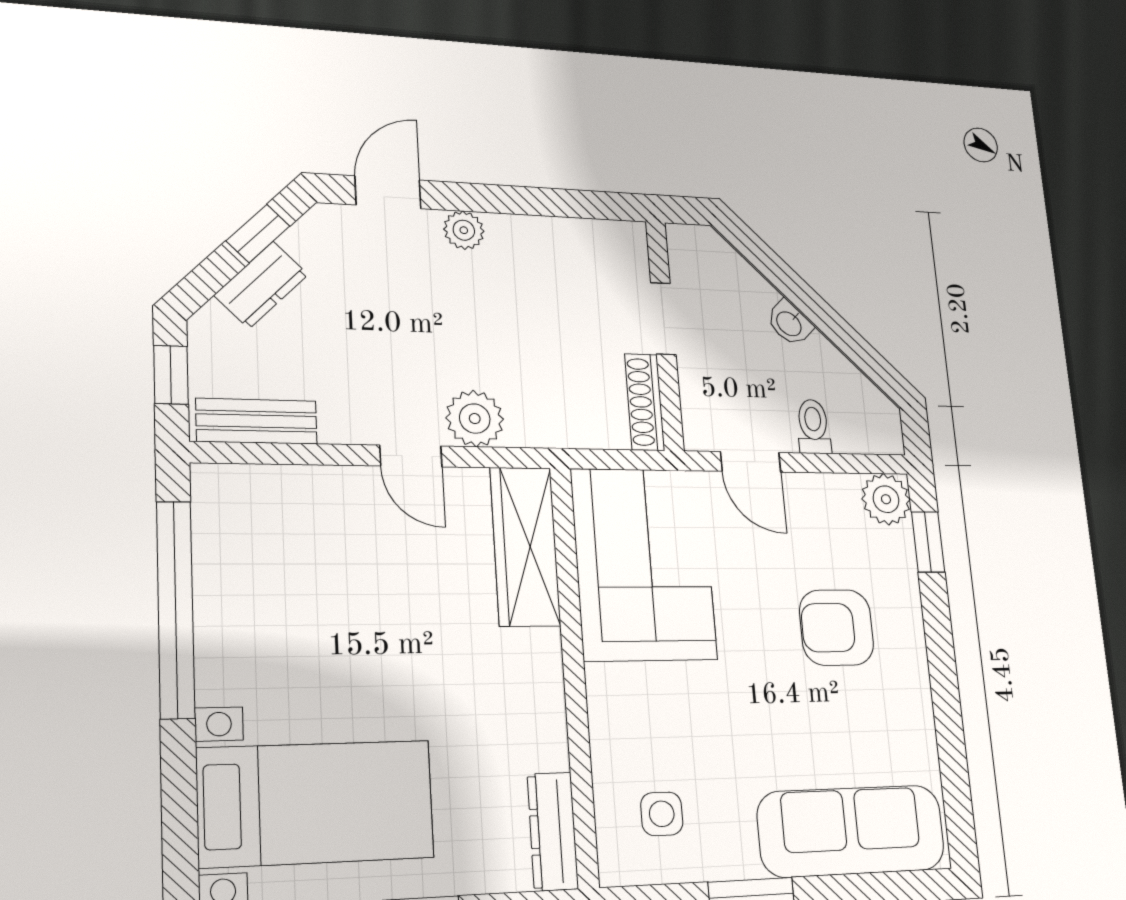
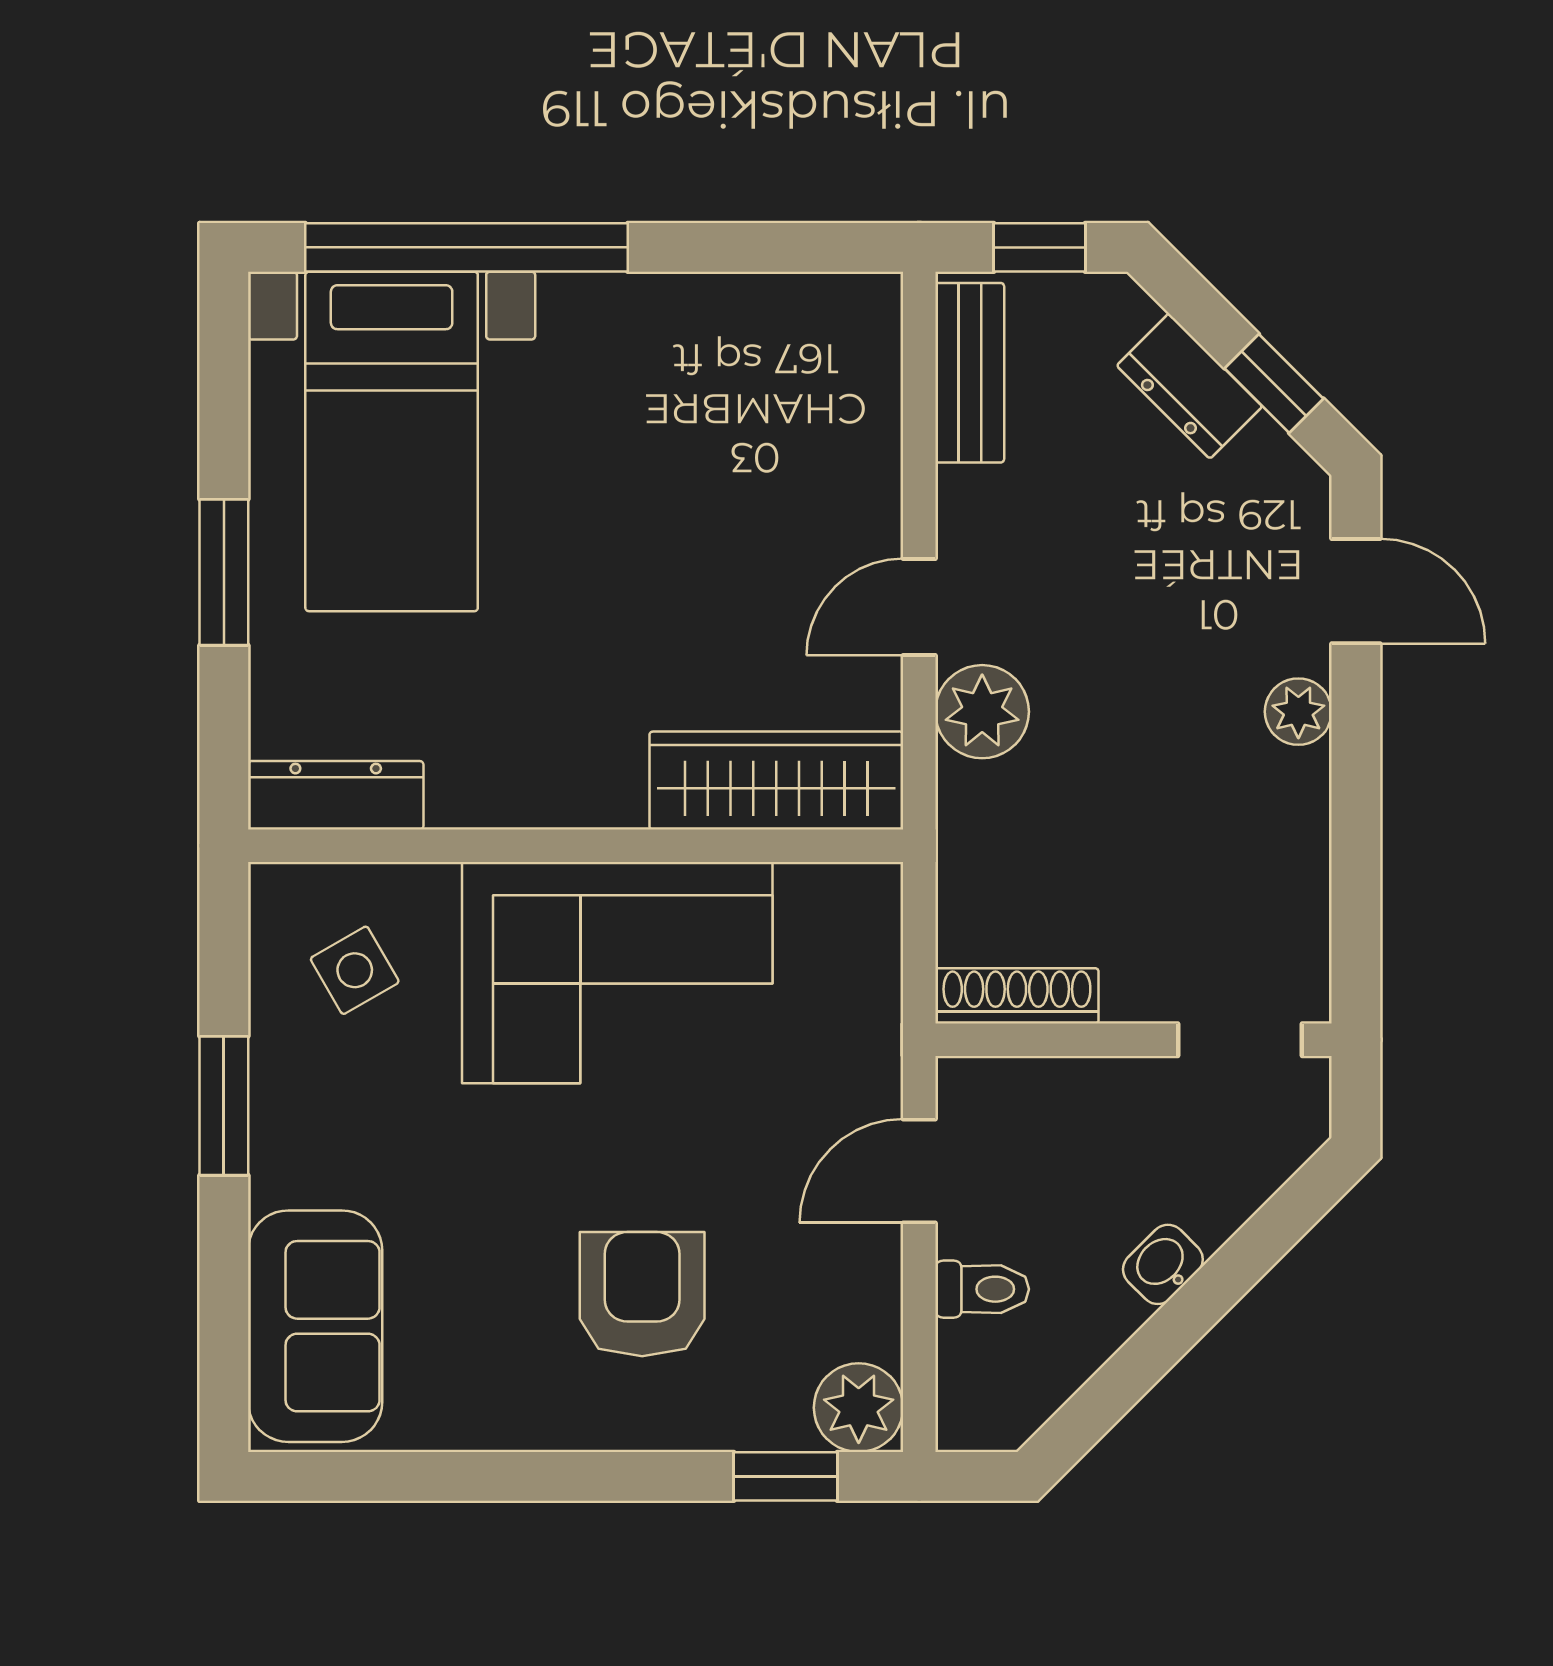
doorway: (663, 319) -> (1240, 1040), moved
corner sofa: (644, 564) -> (617, 973), moved
window: (175, 609) -> (466, 247), moved
side table: (662, 814) -> (355, 970), turned -30
sofa: (851, 831) -> (315, 1326), width x0.73

